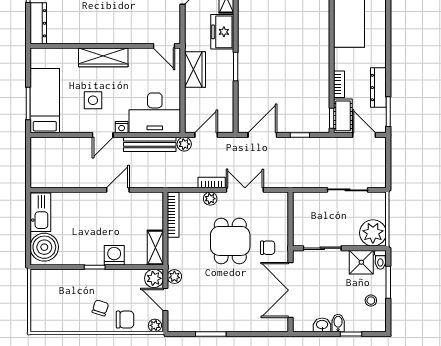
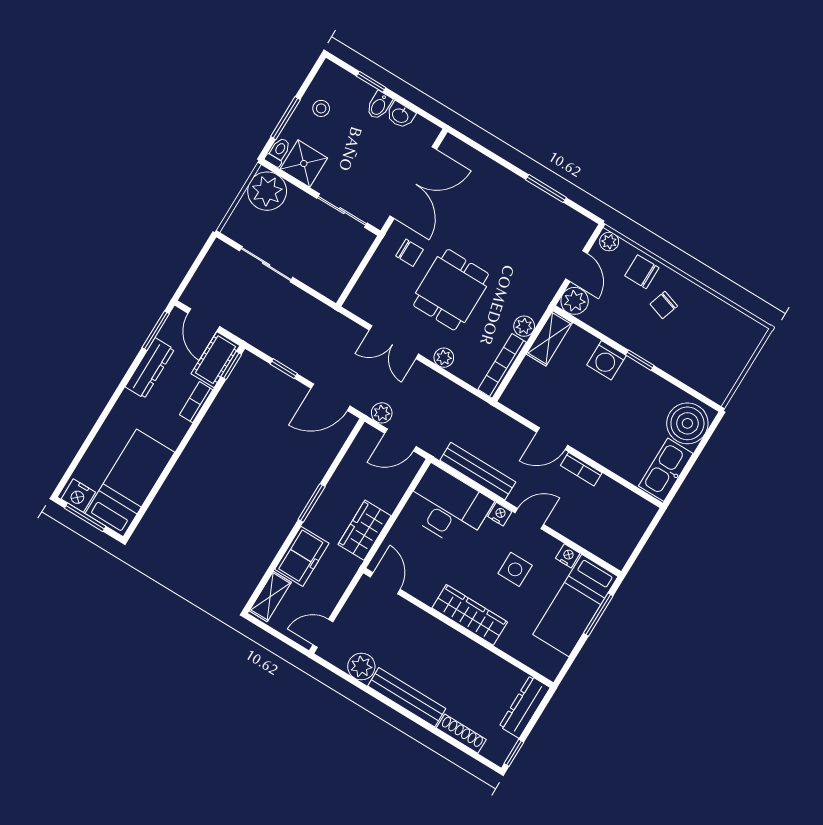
nightstand: (67, 127) -> (568, 556), added
plant: (184, 144) -> (382, 413), moved
bookcase: (212, 182) -> (581, 469), moved
chair: (268, 248) -> (410, 253), turned 180
plant: (174, 277) -> (524, 326), moved

